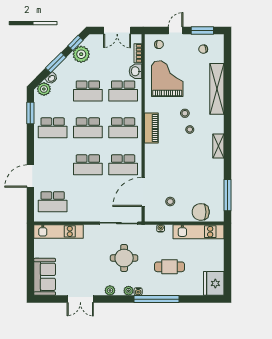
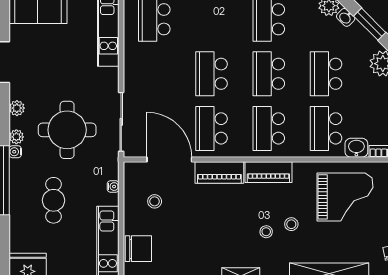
piano: (152, 160) -> (219, 173), added
chair: (201, 212) -> (138, 249), turned 90
round table: (124, 258) -> (67, 130), width x1.36, depth x1.36

